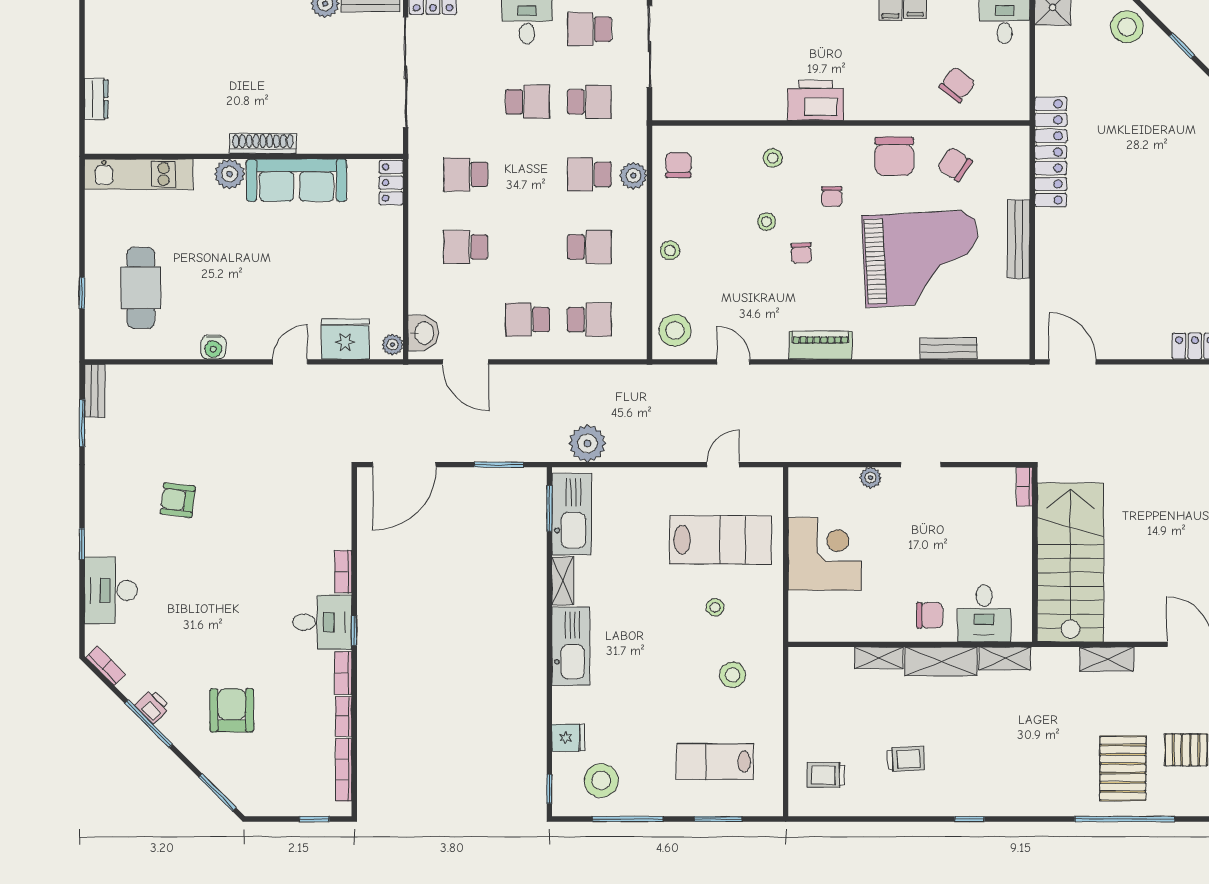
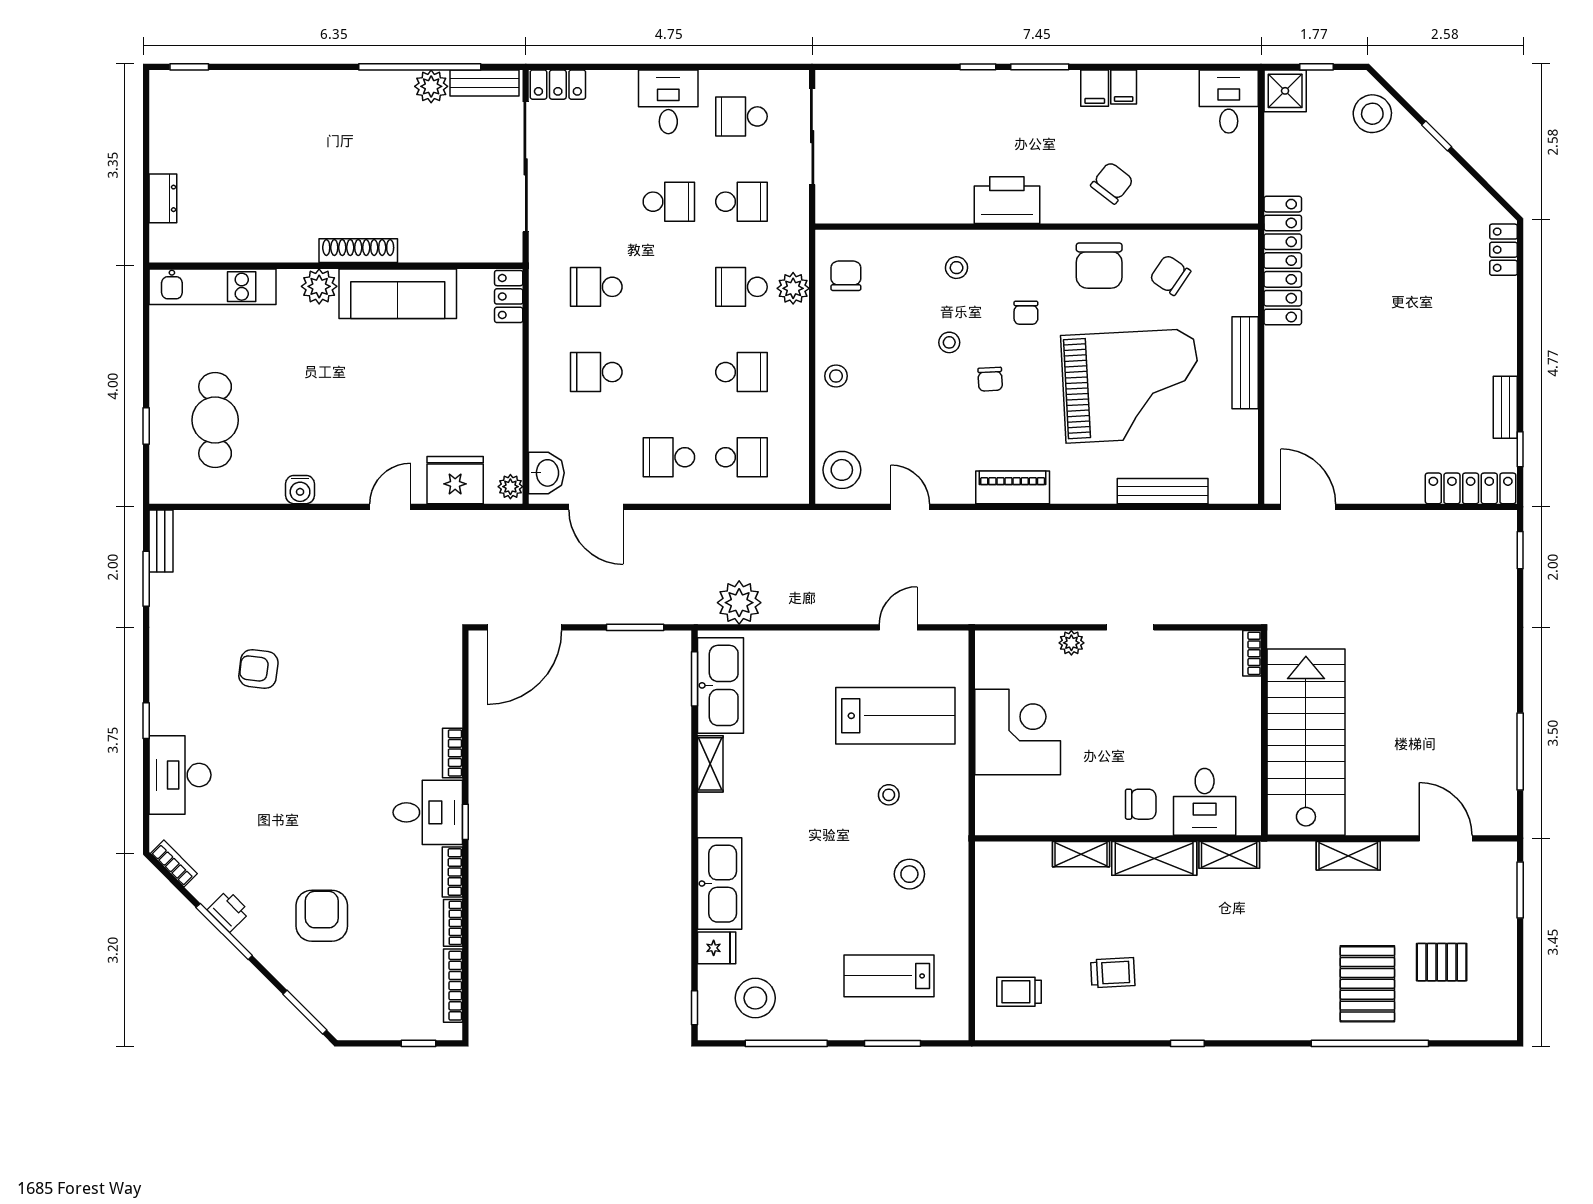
chair: (957, 85) -> (1112, 183), moved
bench: (948, 348) -> (1163, 491), width x1.36
kitchen sink: (571, 646) -> (720, 884), moved

